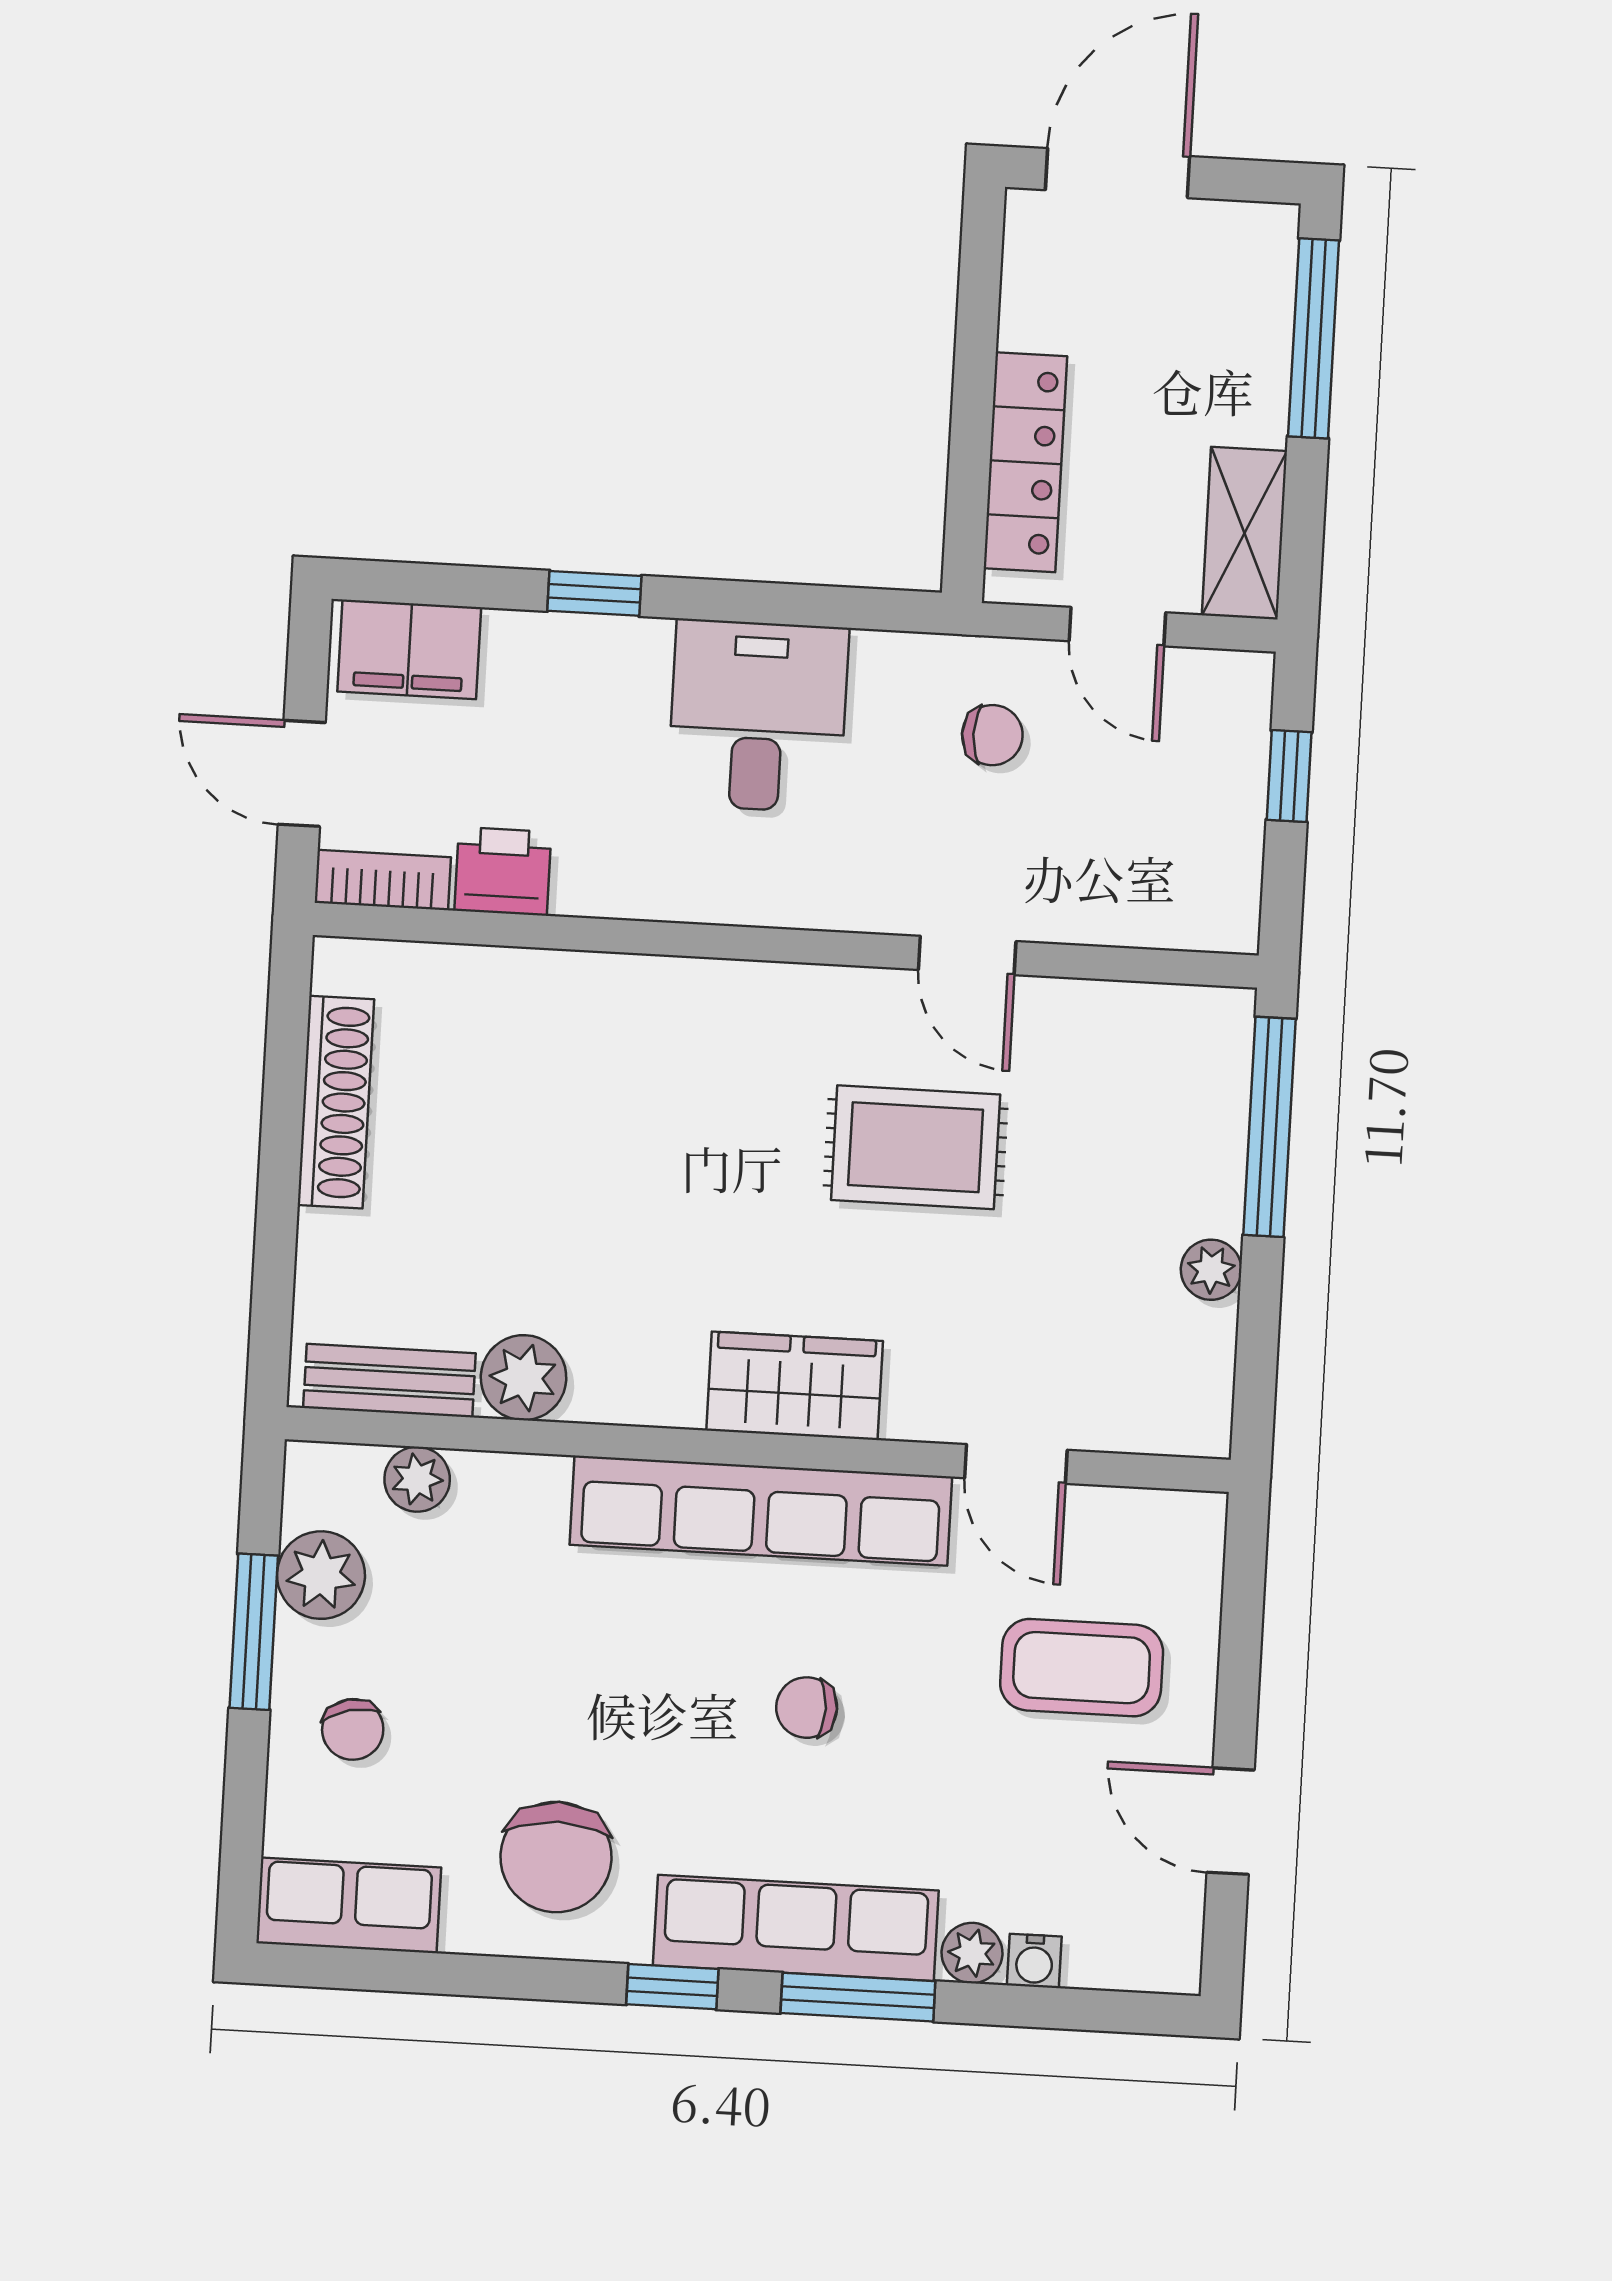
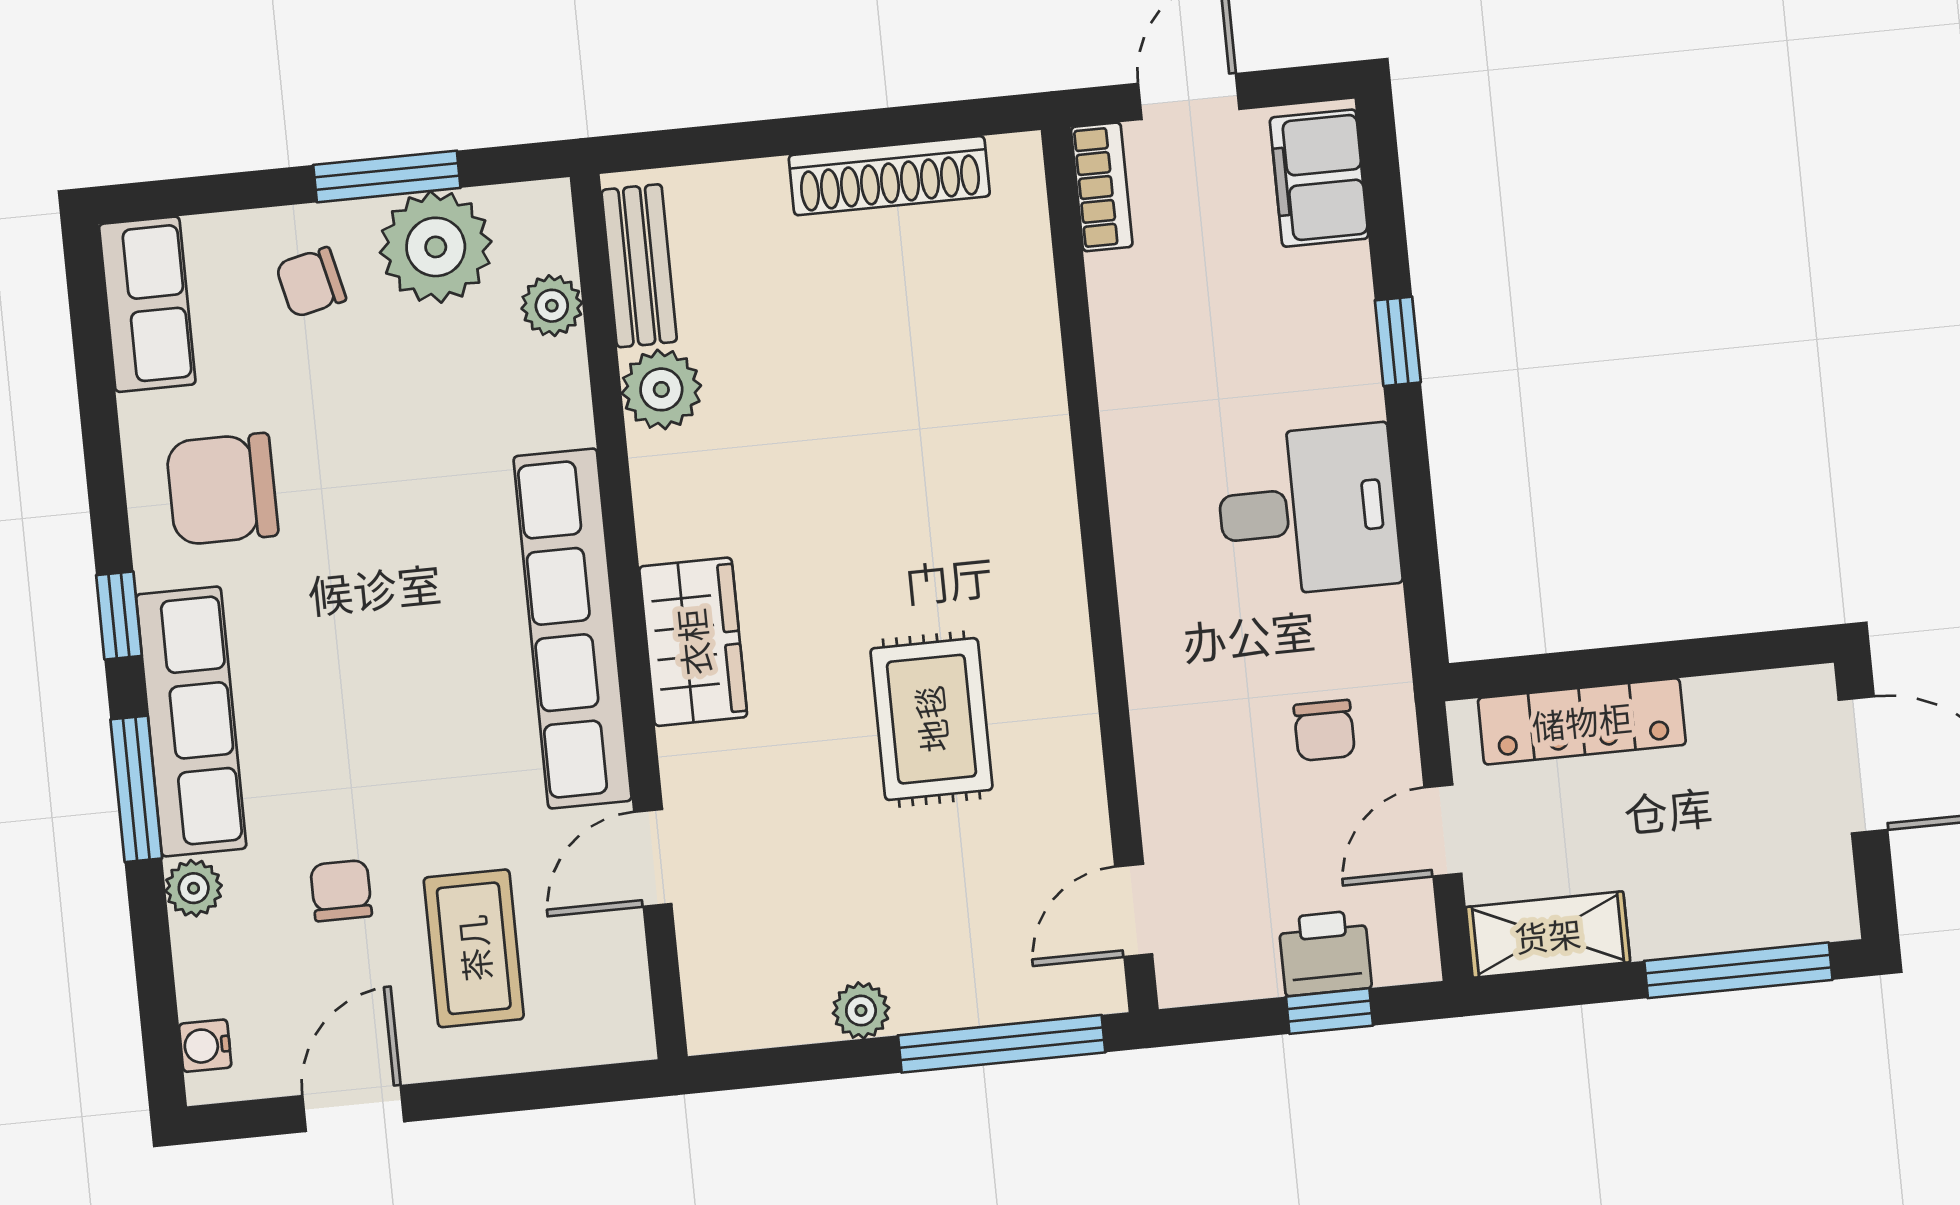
printer: (503, 871) -> (1325, 953), moved, turned -90
door: (967, 955) -> (1134, 910), moved
plant: (321, 1575) -> (436, 247), width x1.36, depth x1.36
chair: (807, 1708) -> (341, 891), moved
water cooler: (1034, 1961) -> (205, 1046), moved

